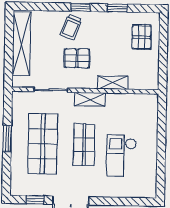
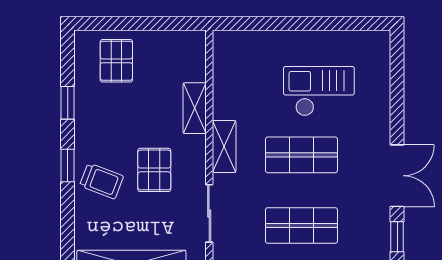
pallet: (141, 37) -> (116, 61), turned 90
shop shelf: (43, 144) -> (301, 225), width x0.70, depth x0.74
checkout: (121, 156) -> (319, 91), turned 180

